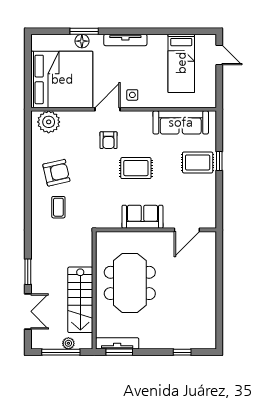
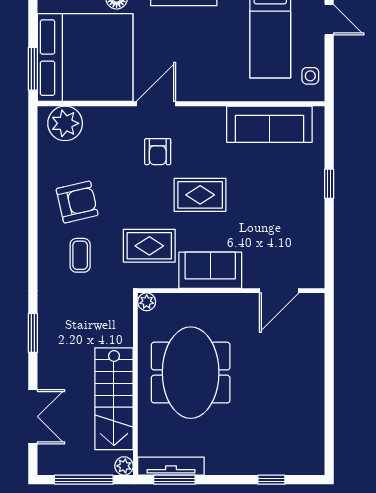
window: (28, 87) -> (33, 69), added
side table: (132, 95) -> (310, 76), moved
rug: (198, 162) -> (149, 246), moved
plant: (101, 237) -> (147, 302), added
window: (28, 272) -> (33, 333), moved
plant: (68, 343) -> (124, 466), moved

